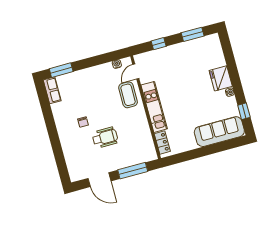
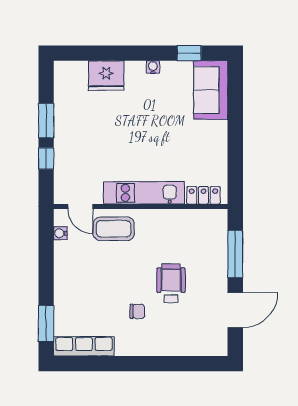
window: (193, 34) -> (46, 121), moved
fridge: (221, 78) -> (106, 76), moved
row of seats: (52, 90) -> (84, 346), width x1.48
sofa: (219, 132) -> (211, 90), width x0.73

